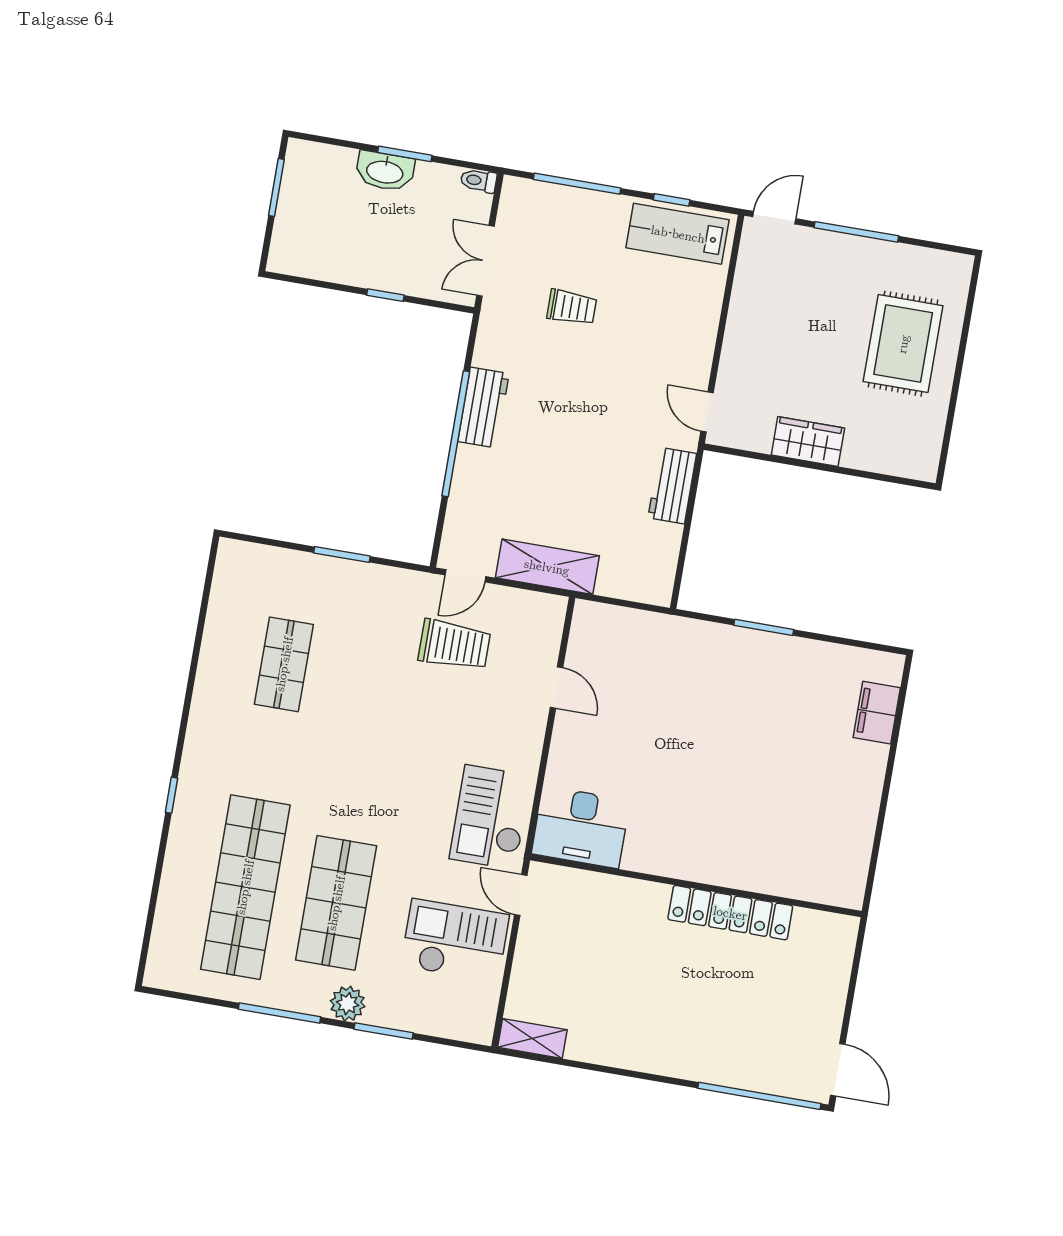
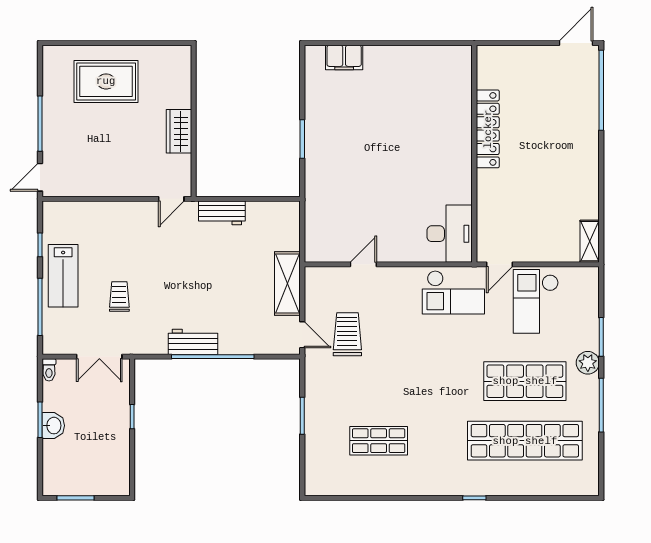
washbasin: (385, 171) -> (53, 426), width x0.72
door: (774, 218) -> (40, 177), hinge flipped
lab bench: (678, 234) -> (63, 276), moved

